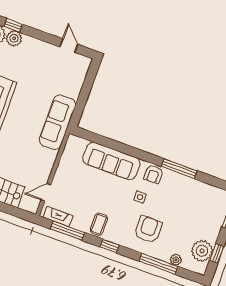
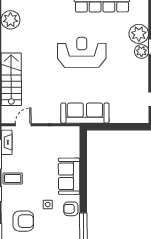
sofa: (111, 161) -> (69, 176), width x0.73
door: (46, 192) -> (23, 125), hinge flipped

